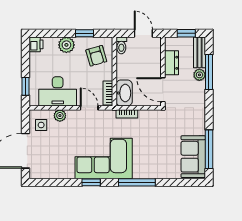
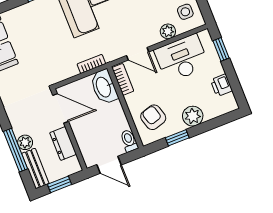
printer: (36, 44) -> (221, 85), moved

